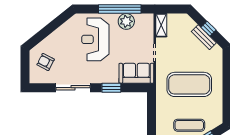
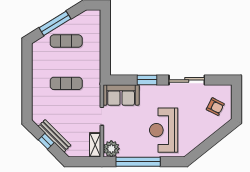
plant: (126, 21) -> (111, 149), moved
bench: (204, 37) -> (54, 136), width x1.36
reception desk: (95, 39) -> (164, 130), turned 180
exercise mat: (189, 84) -> (66, 83), width x0.50, depth x0.69

